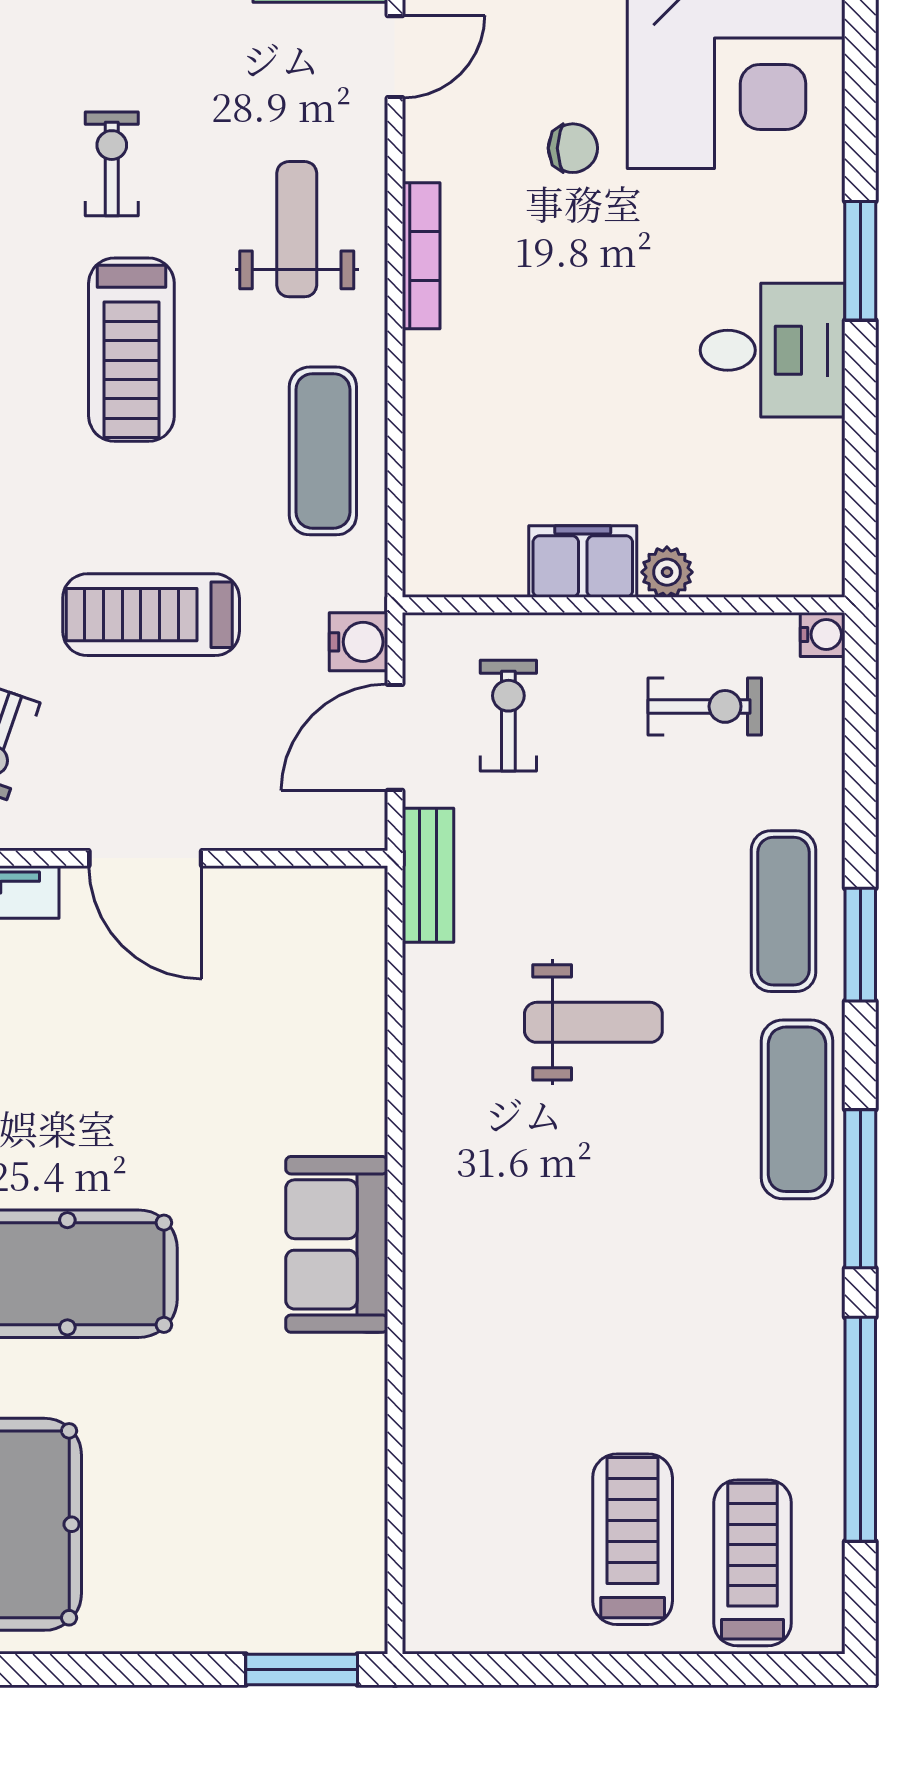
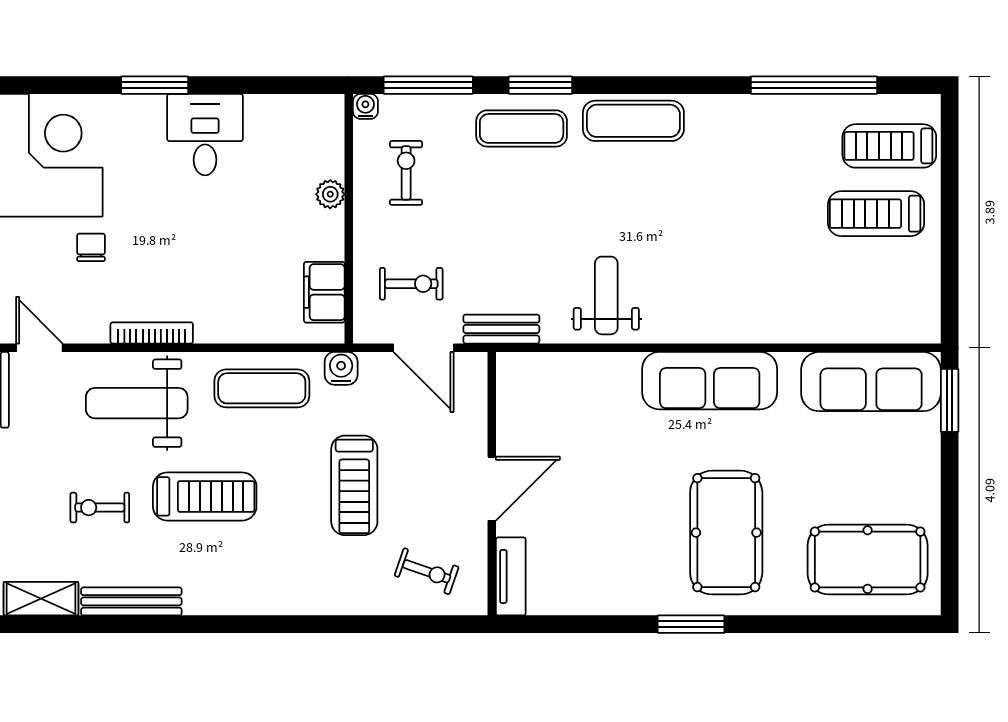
weight bench: (297, 229) -> (137, 403), width x1.36, depth x1.33
filing cabinet: (583, 562) -> (324, 292), moved
water cooler: (358, 642) -> (341, 368), moved
exercise bike: (508, 716) -> (411, 284), turned 180
weight bench: (593, 1022) -> (606, 295), moved
window: (860, 1189) -> (428, 85), moved
sofa: (337, 1244) -> (710, 381), width x1.36
sofa: (335, 1530) -> (871, 382), added

